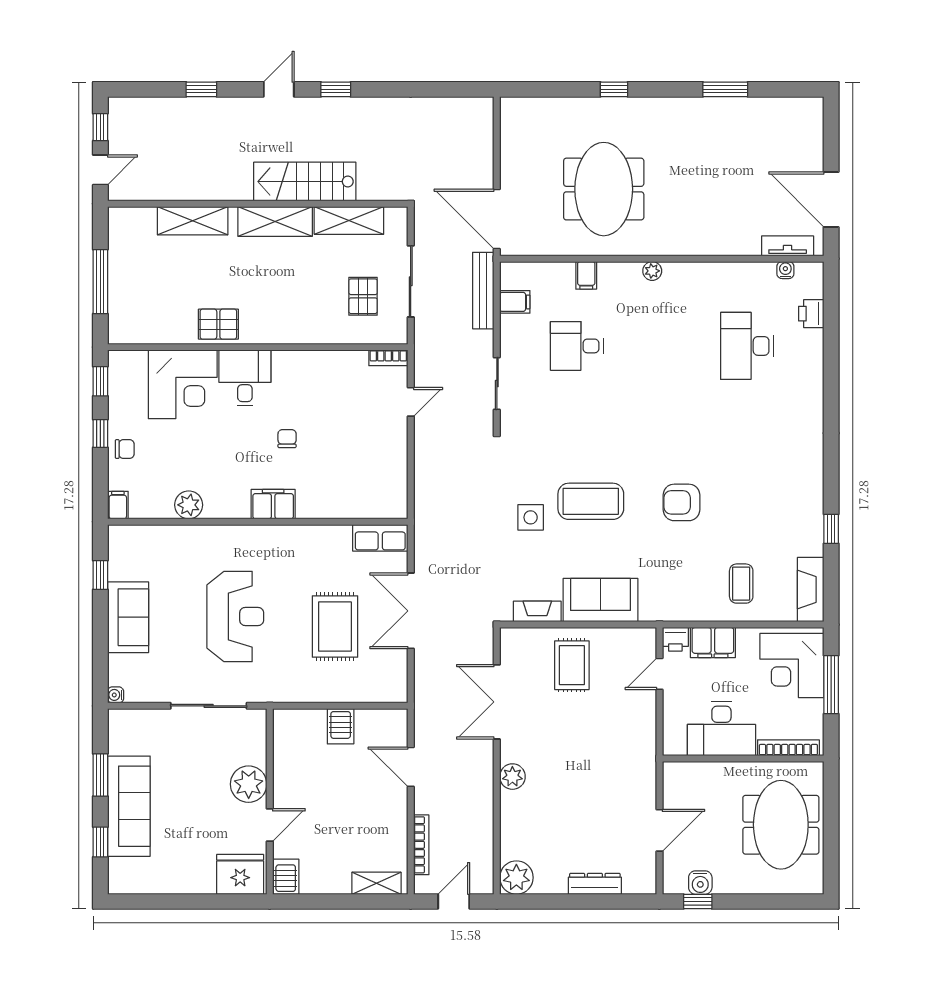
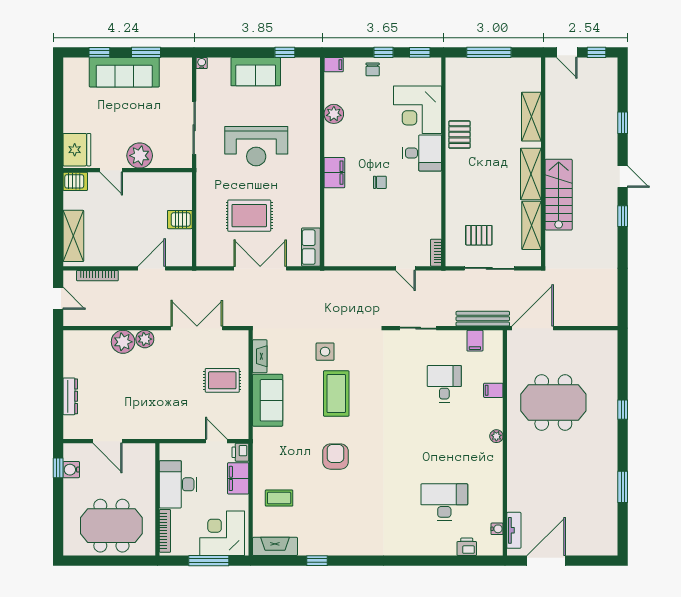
plant: (516, 878) -> (123, 342), moved
shelving: (376, 883) -> (73, 236), width x1.50, depth x1.33

